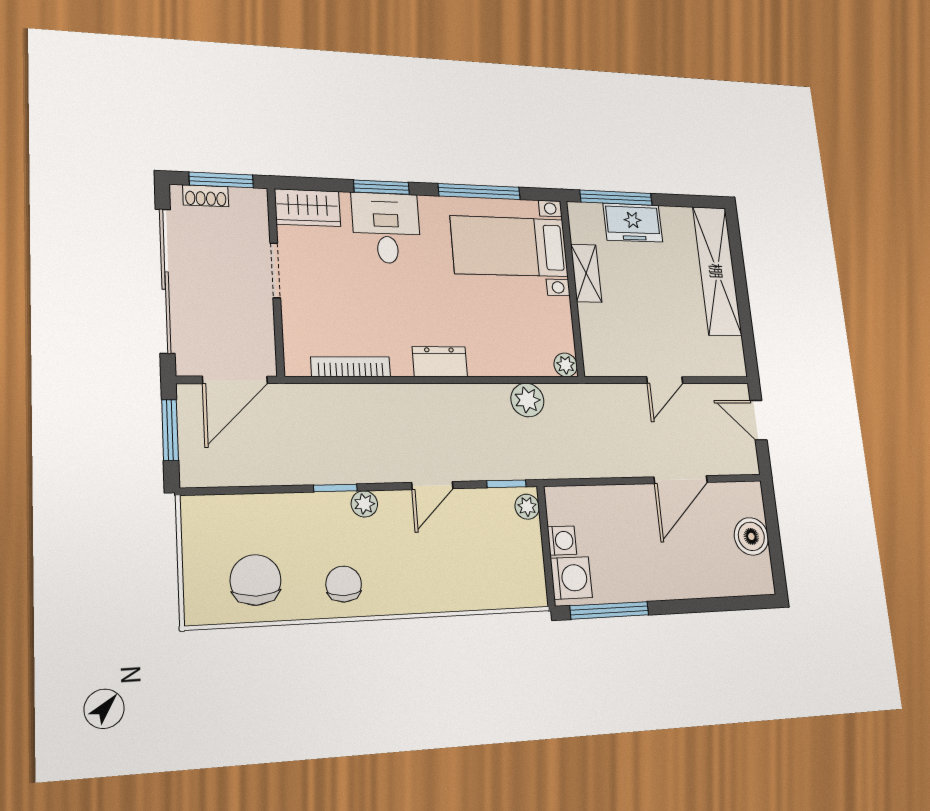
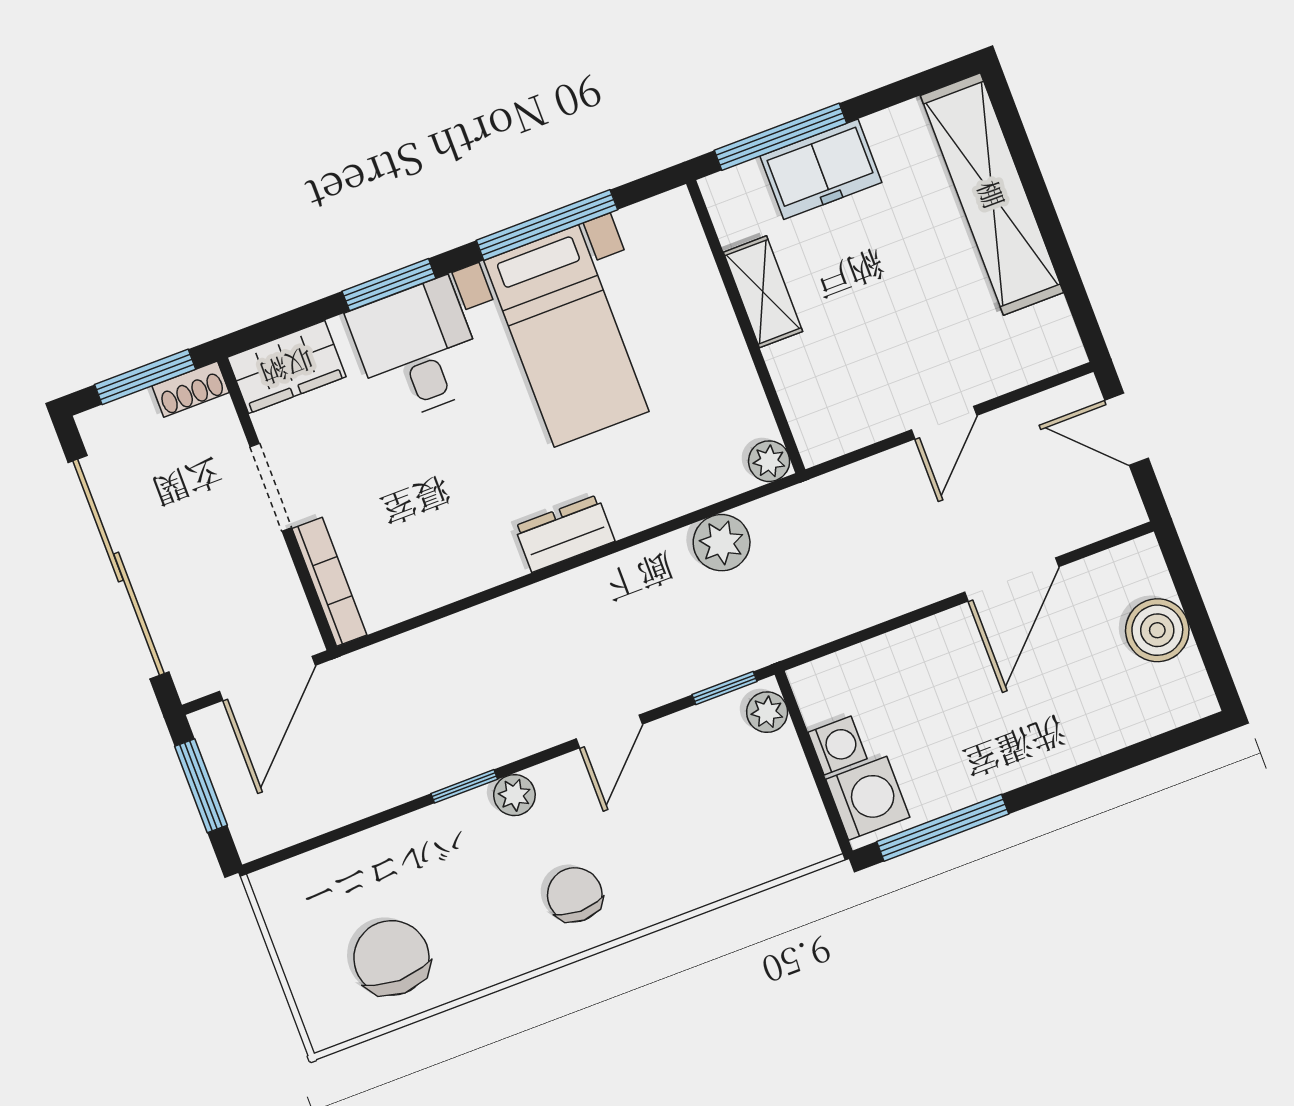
shoe rack: (206, 196) -> (191, 389), moved
bed with nightstands: (509, 246) -> (566, 336), moved, turned -90
bookcase: (351, 367) -> (329, 582), moved, turned 90
chair: (344, 584) -> (575, 895), moved

